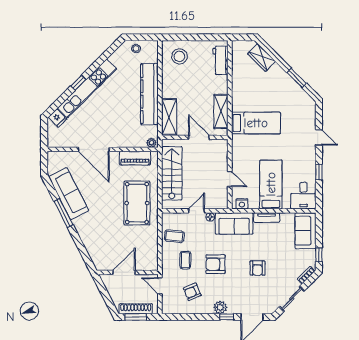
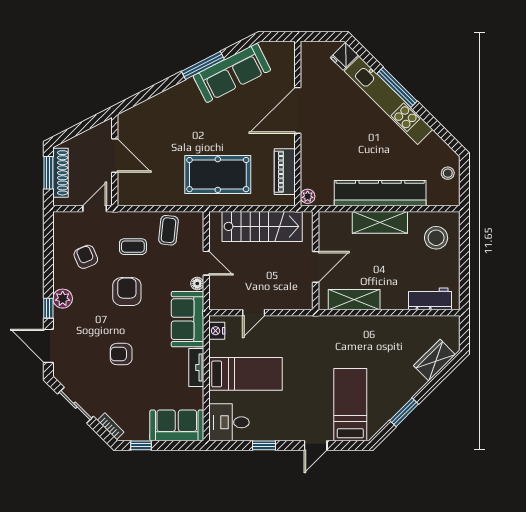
window: (78, 83) -> (397, 87), width x2.17
shelving: (169, 117) -> (380, 222), moved
bed: (256, 123) -> (350, 405), moved, turned 180

